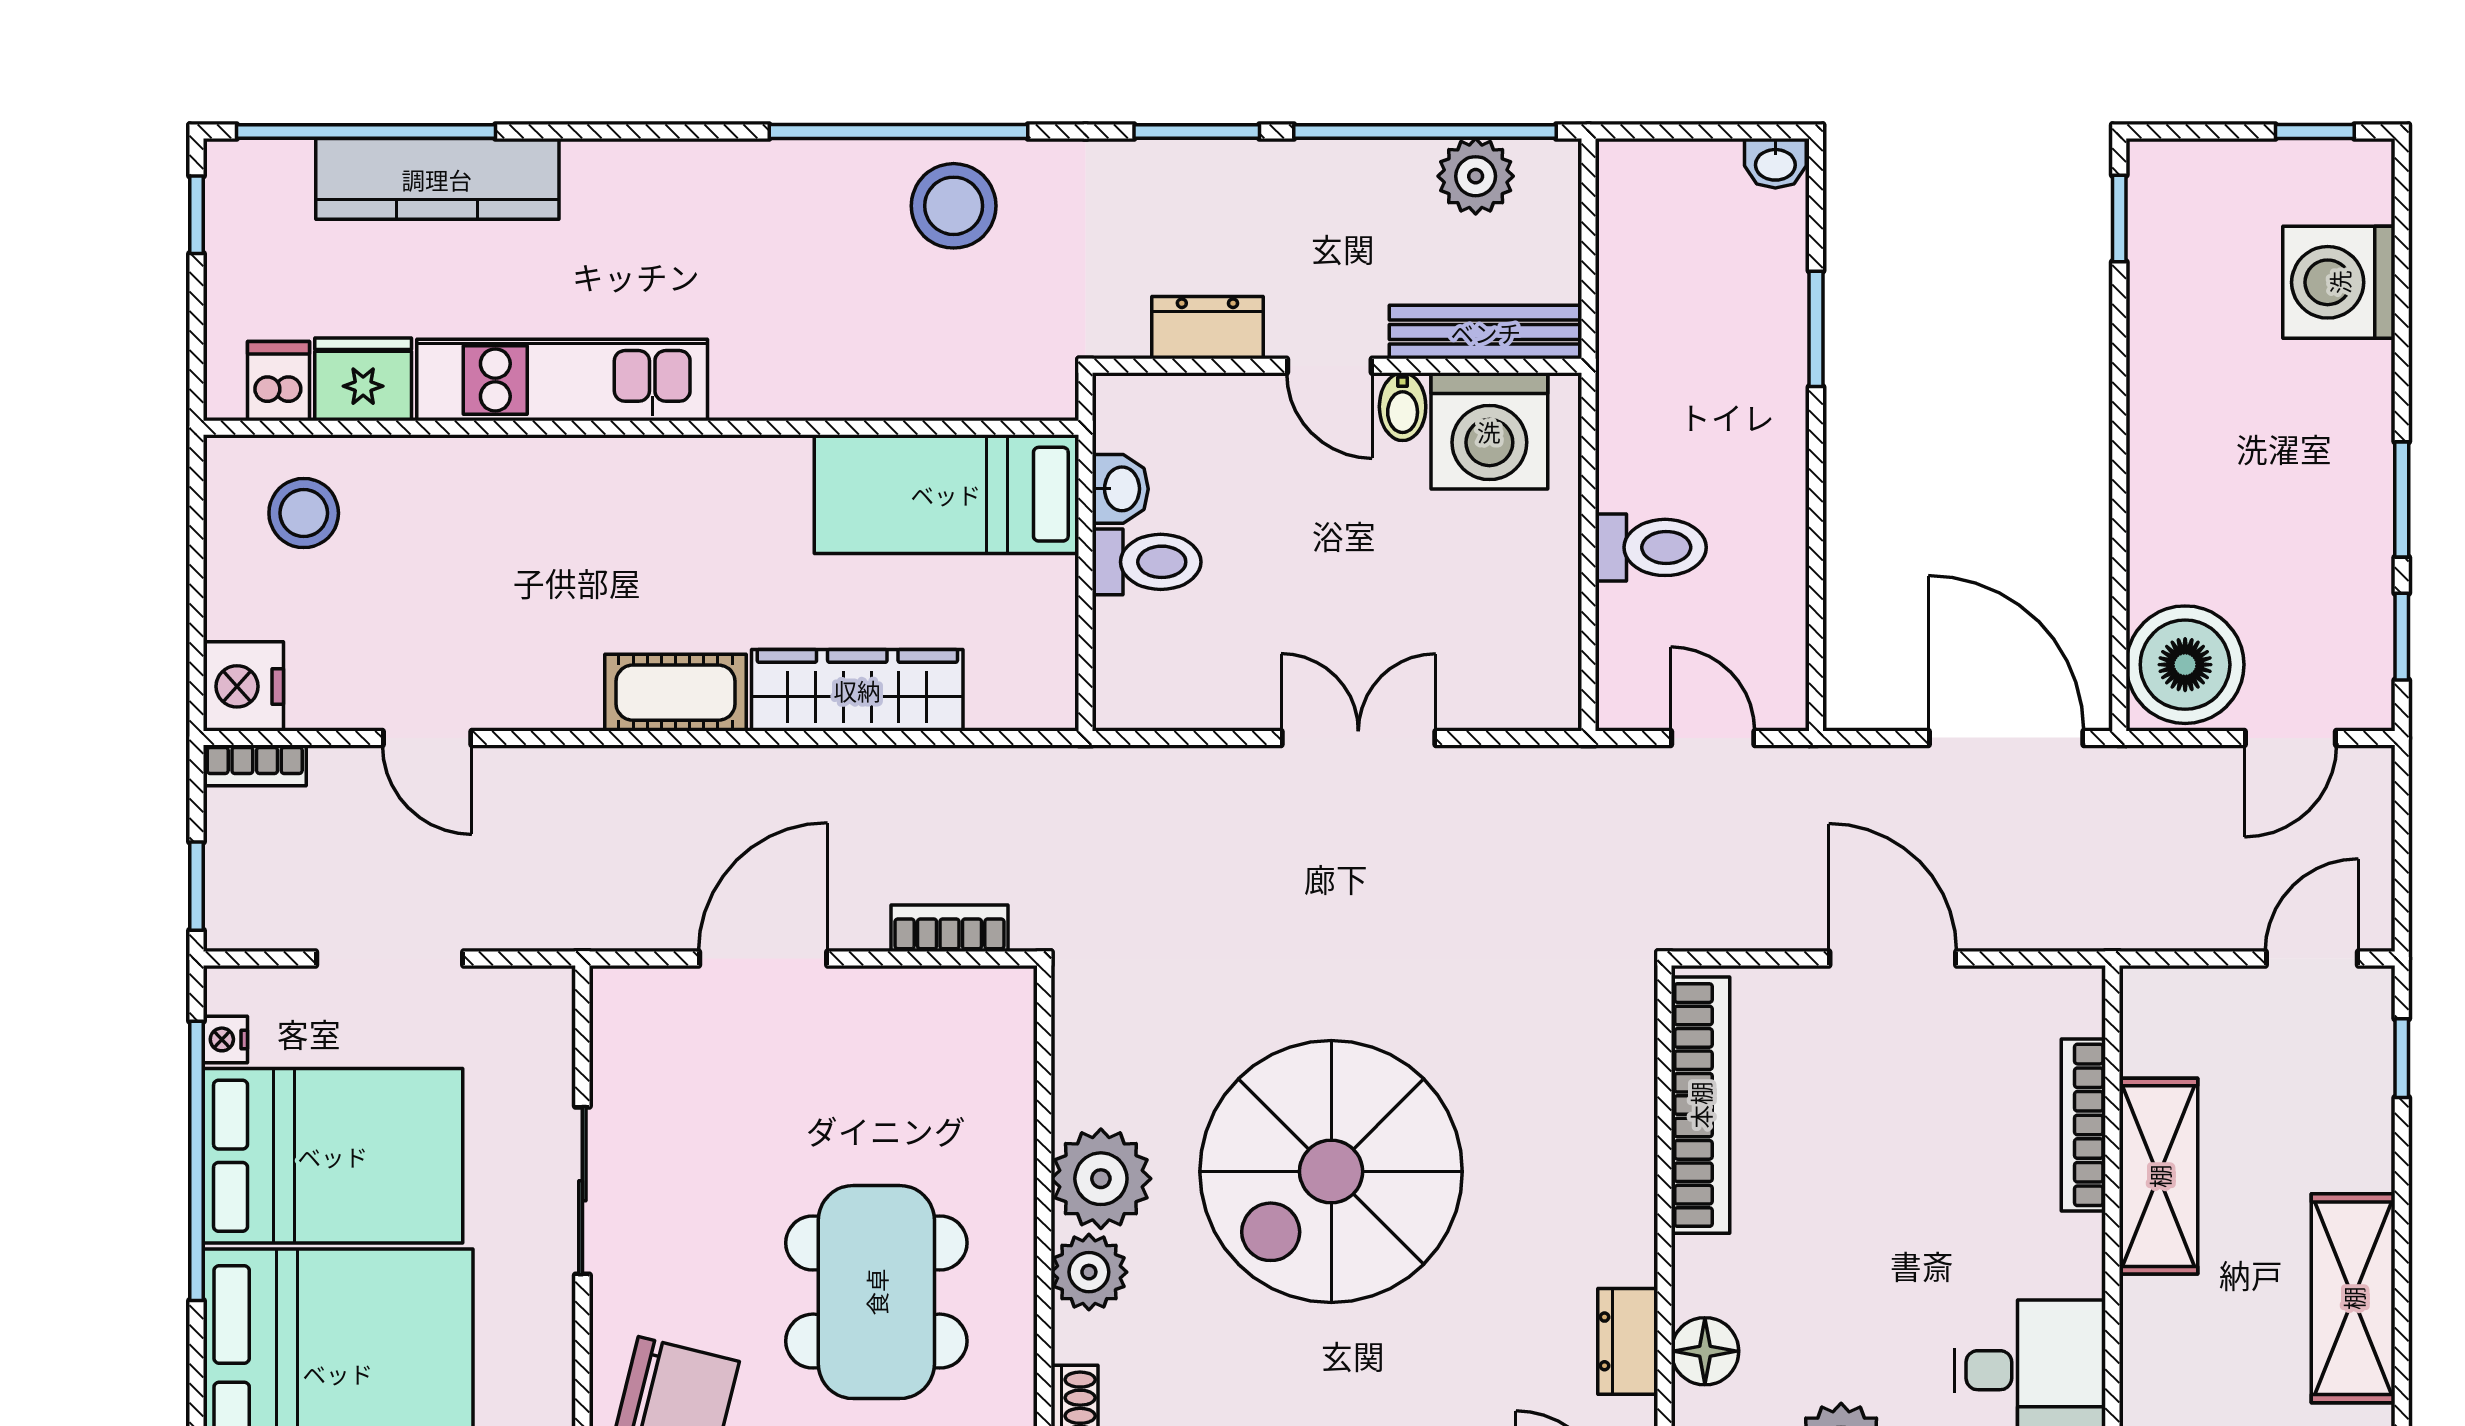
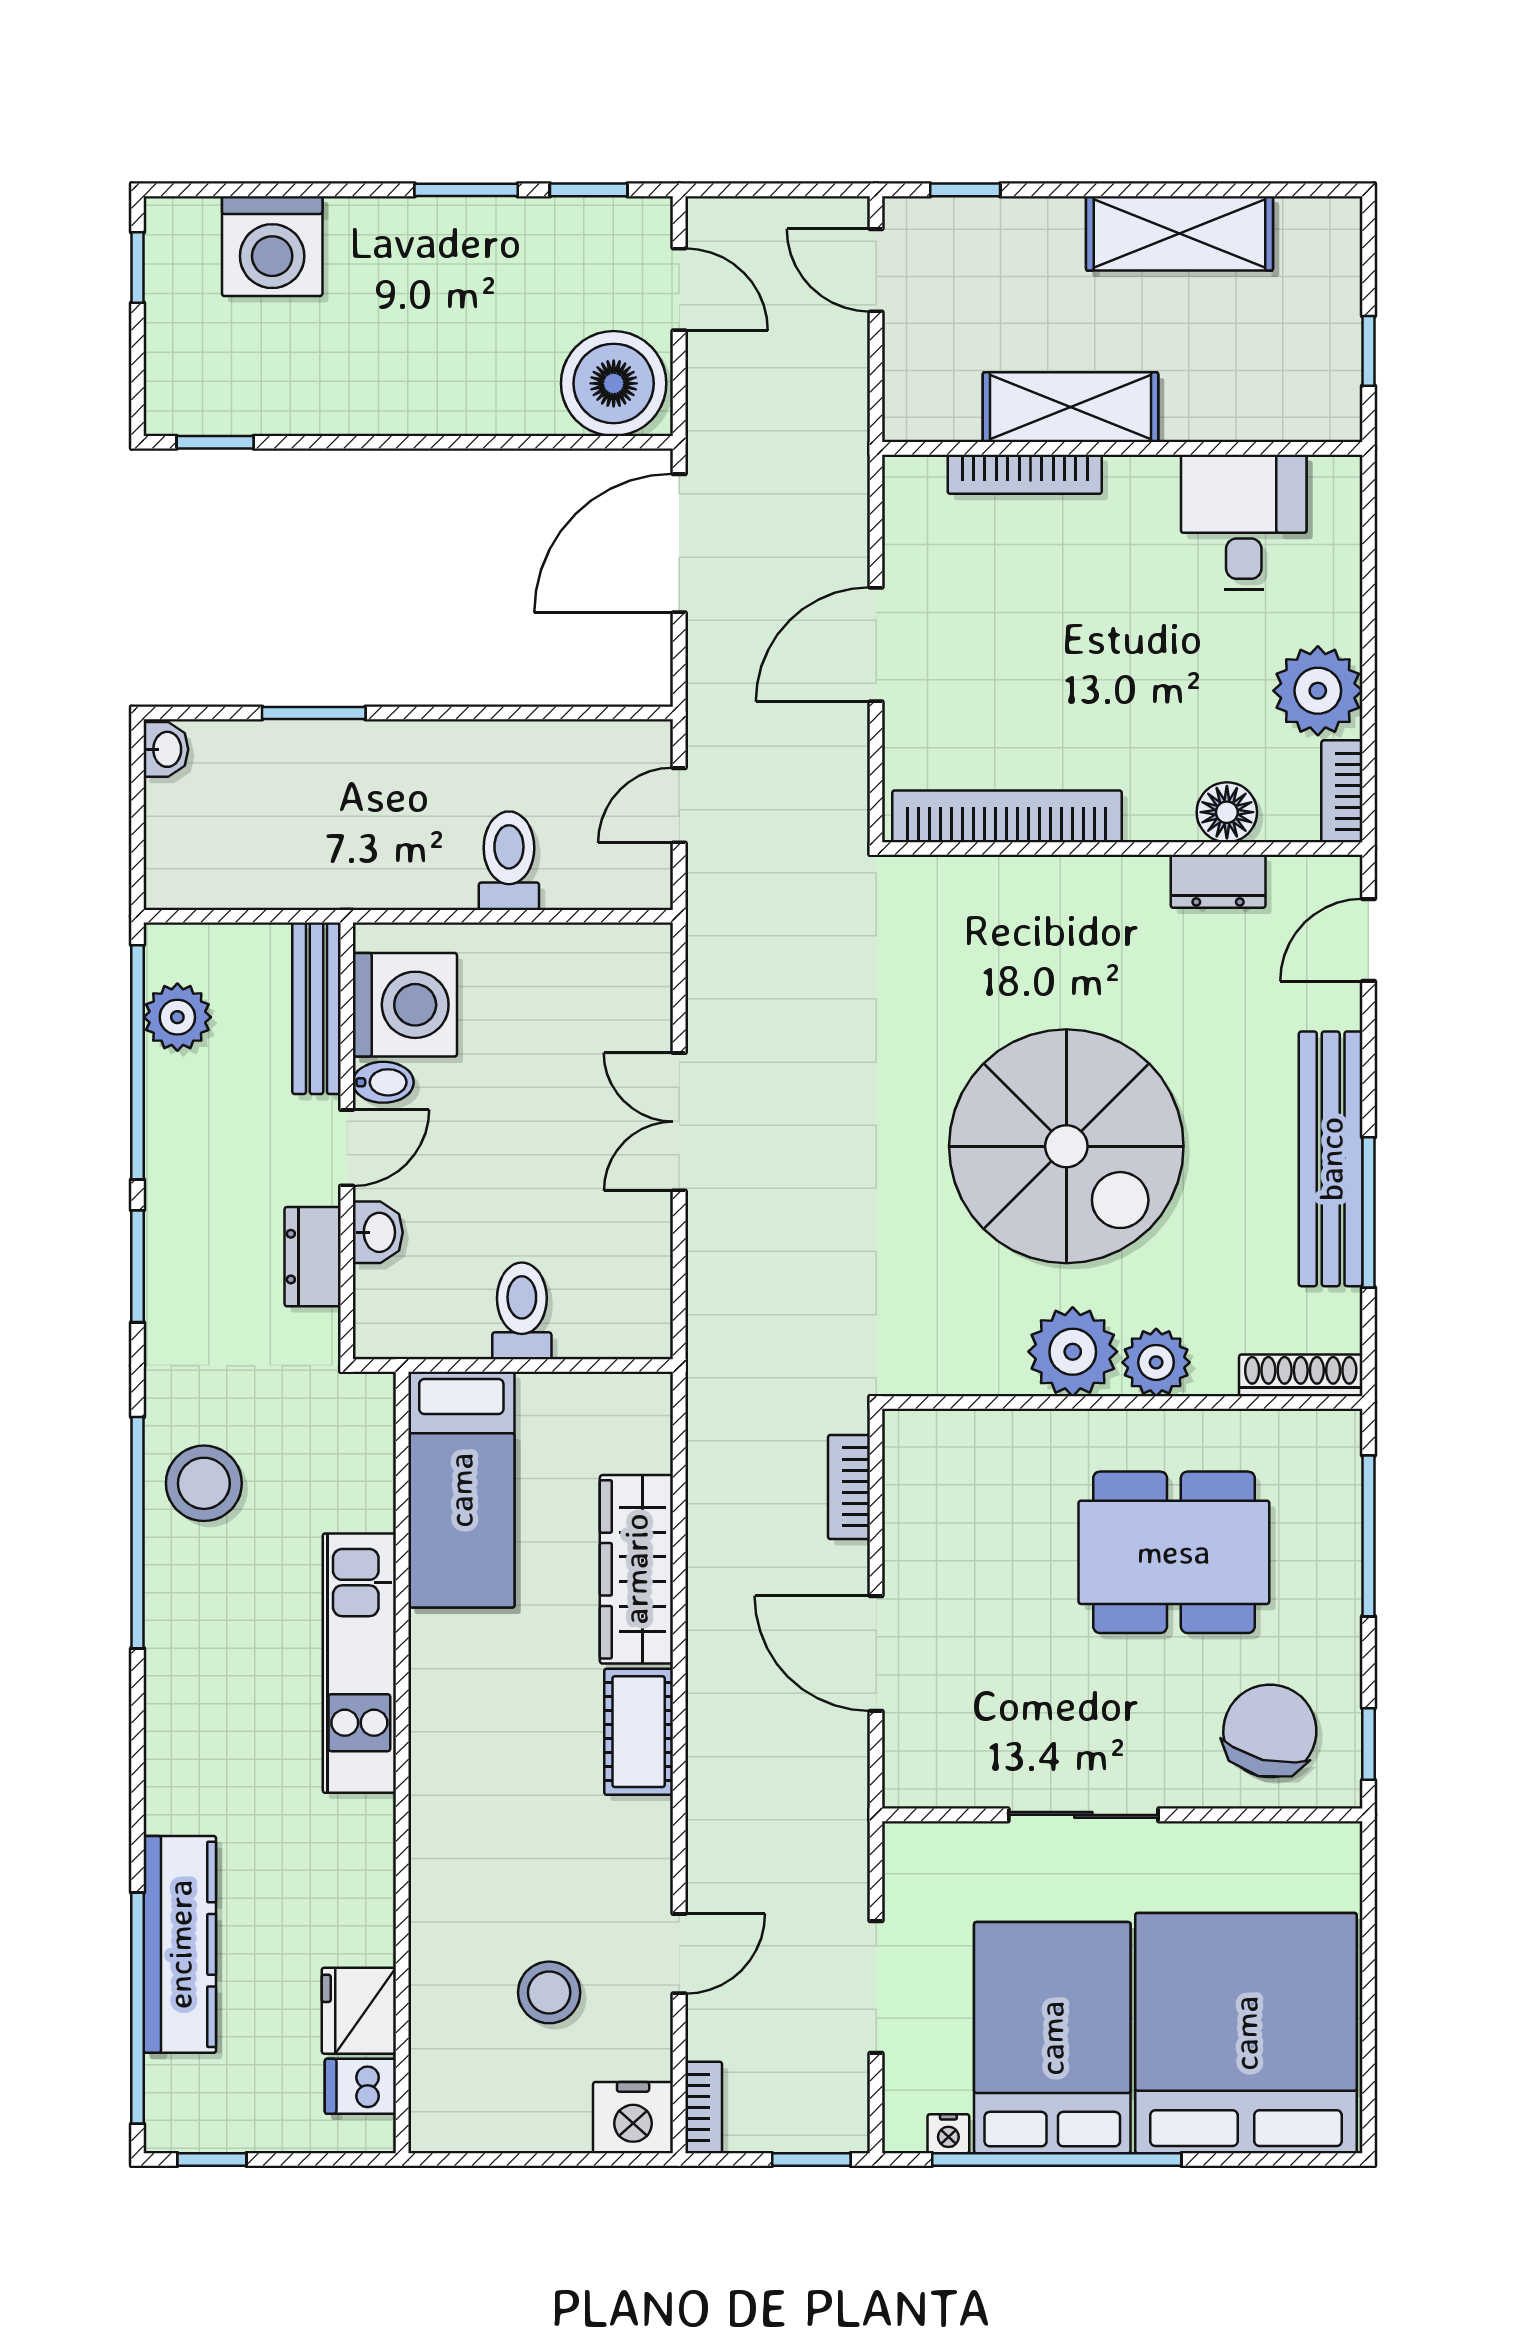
kitchen unit: (562, 380) -> (359, 1663), moved
washbasin: (1120, 489) -> (378, 1232), moved, turned 90
stool: (304, 513) -> (549, 1992), moved

